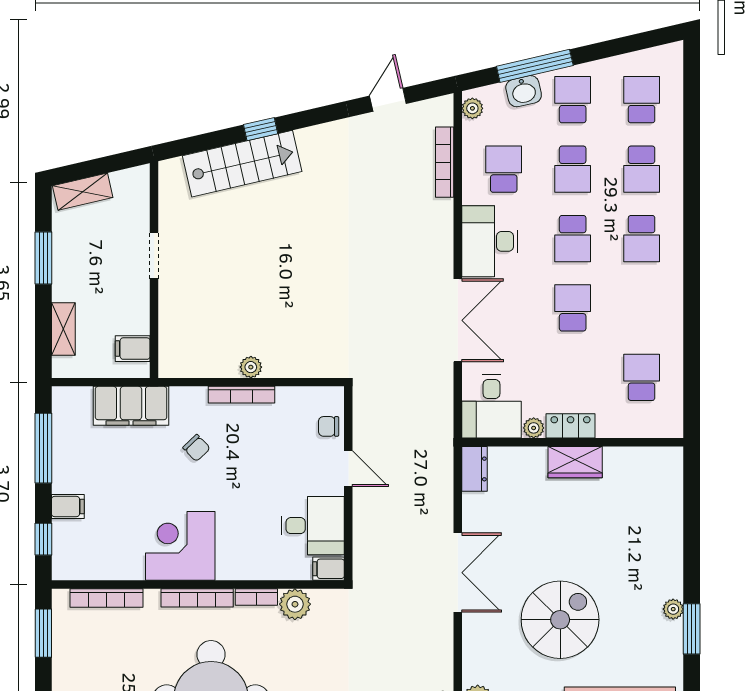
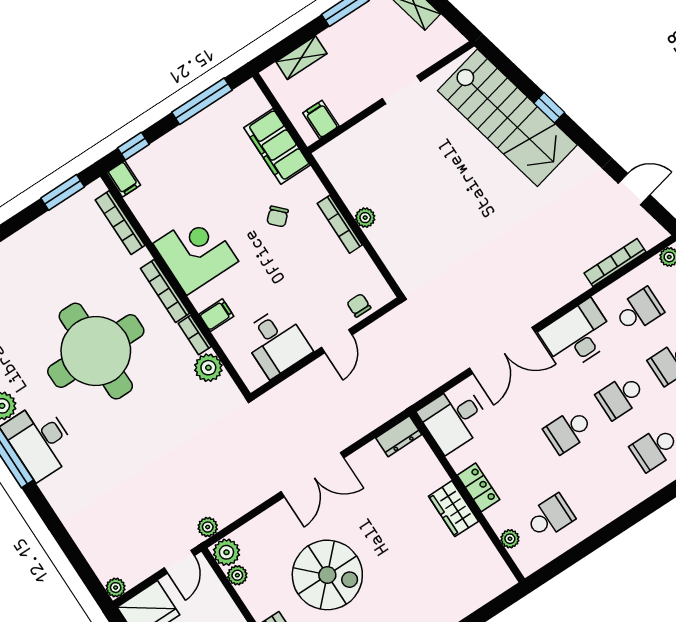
stairs: (242, 164) -> (507, 118), width x1.36, depth x1.51
school desk: (573, 308) -> (568, 431), turned 180
plant: (534, 428) -> (510, 539), moved
filing cabinet: (68, 506) -> (123, 179), moved
filing cabinet: (329, 569) -> (216, 315), moved, turned 90

